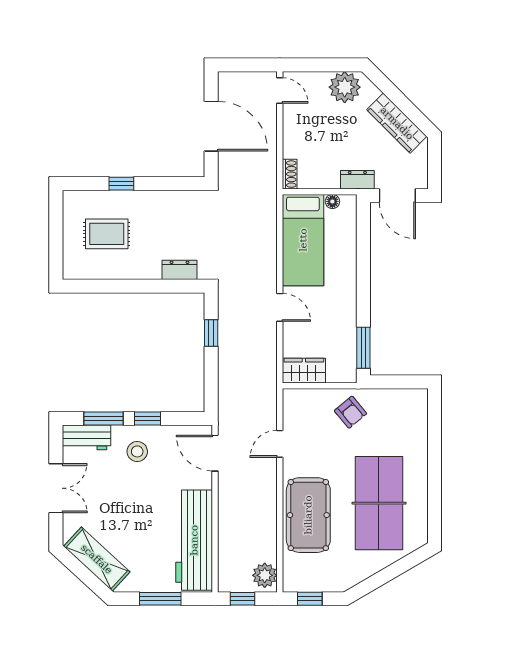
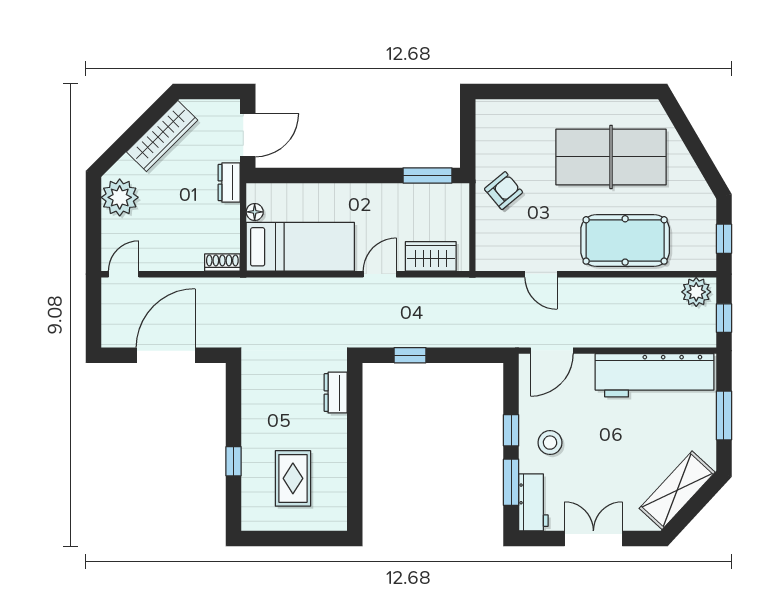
wardrobe: (304, 371) -> (431, 256), moved, turned 90

